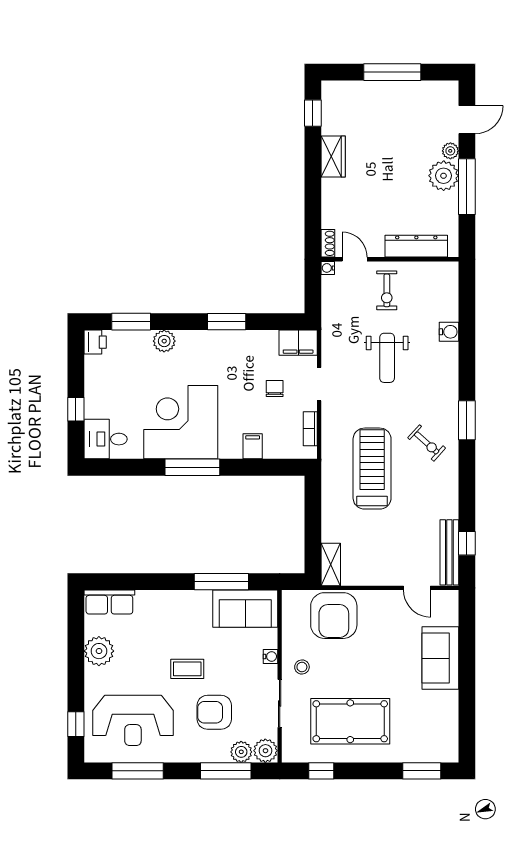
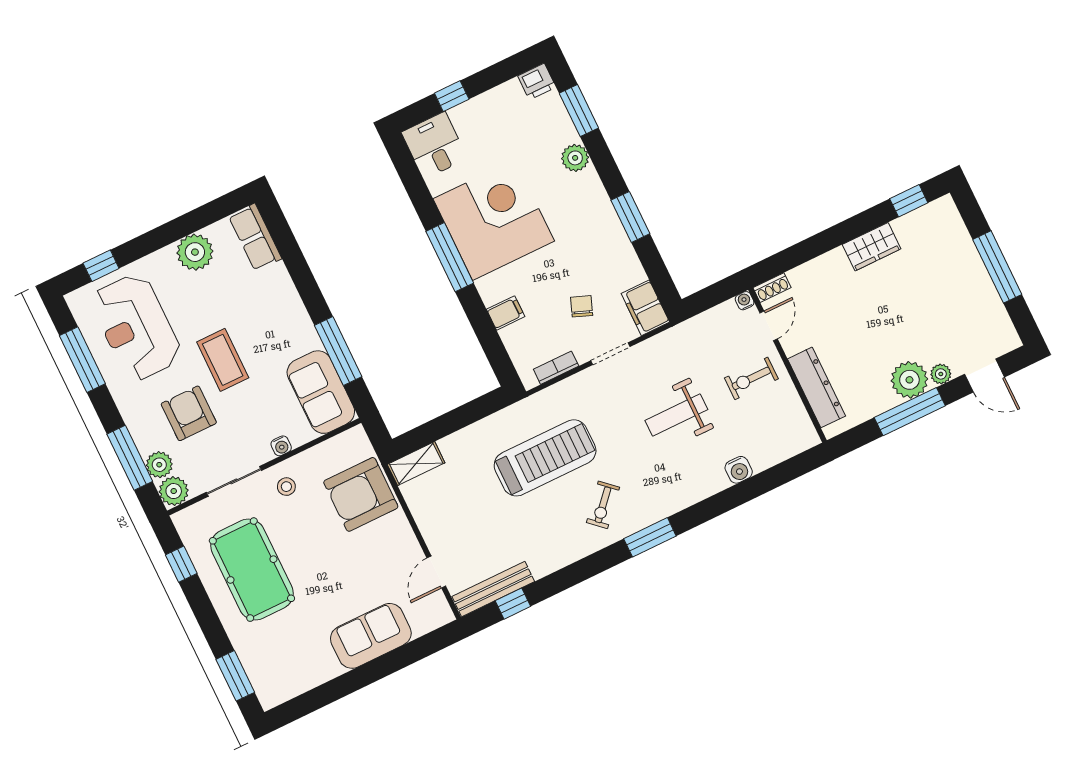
chair: (275, 389) -> (582, 306), turned -69
coffee table: (187, 669) -> (223, 360), width x1.36, depth x1.30

